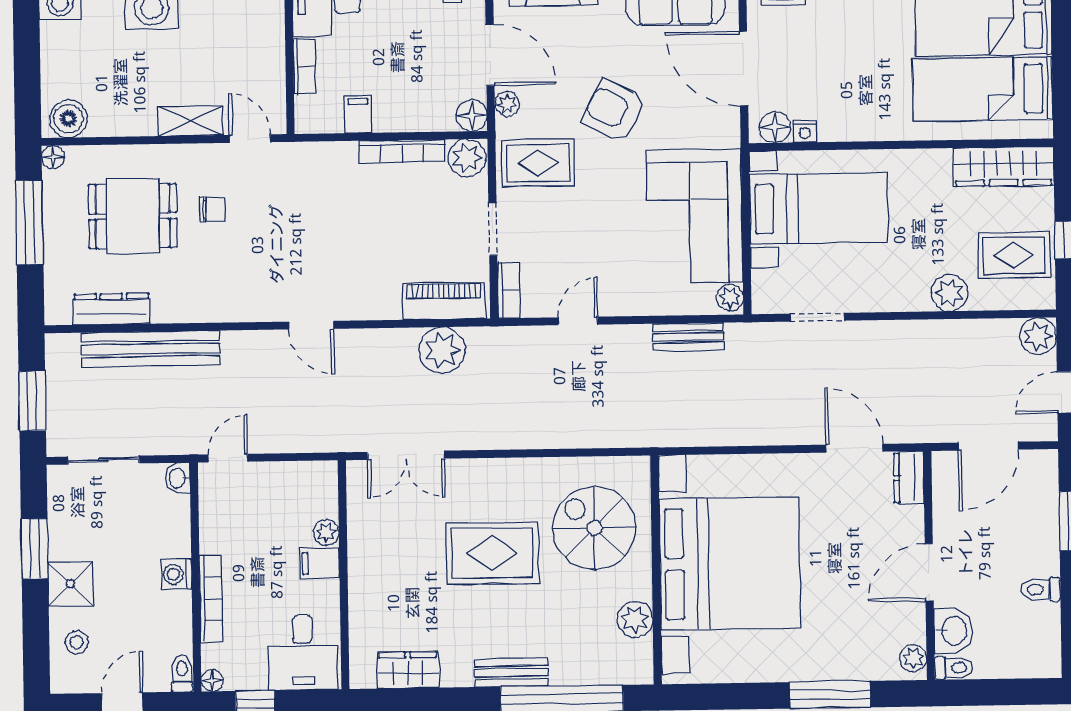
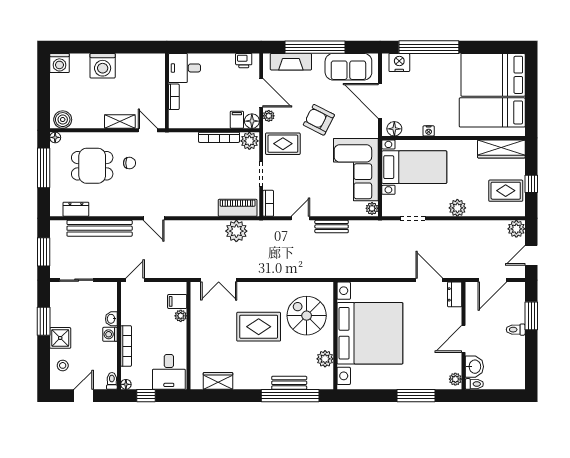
filing cabinet: (358, 115) -> (237, 120), moved
nightstand: (805, 131) -> (429, 131), moved
plant: (950, 293) -> (457, 208), moved
dresser: (112, 309) -> (76, 209), width x0.70
door: (311, 325) -> (154, 218), moved
bench: (688, 337) -> (332, 226), moved
washbasin: (178, 478) -> (111, 319), moved
filing cabinet: (319, 563) -> (177, 301), moved
toilet: (1041, 589) -> (516, 330), moved
bench: (511, 672) -> (289, 383), moved

